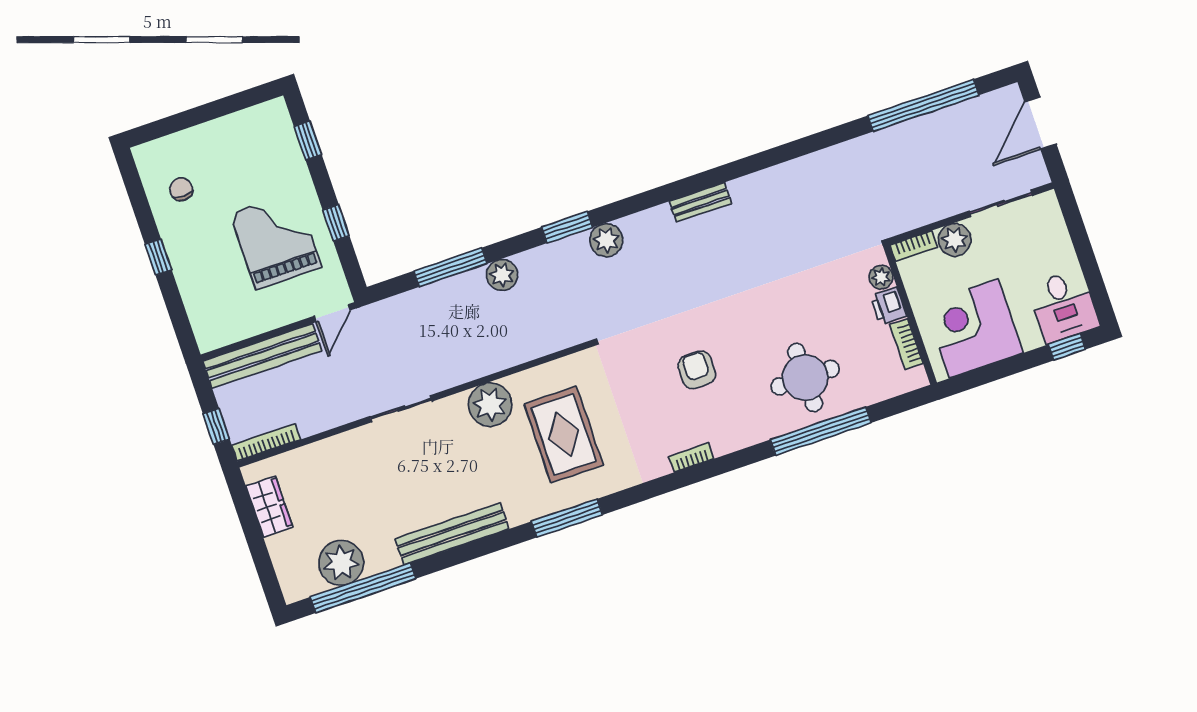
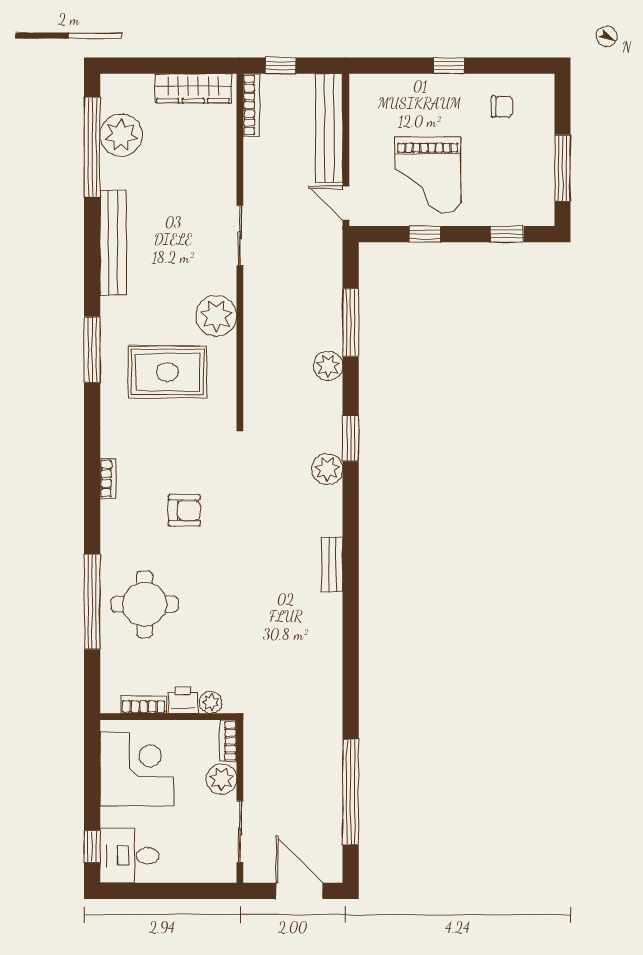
window: (222, 107) -> (563, 168), added
grand piano: (276, 240) -> (428, 175), turned 90
wardrobe: (269, 507) -> (193, 88), width x1.50

